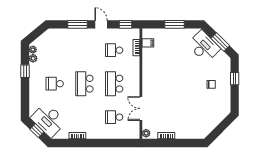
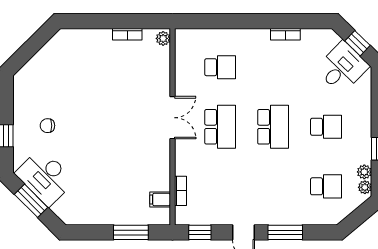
window: (174, 24) -> (131, 232), moved
desk: (204, 47) -> (45, 177), moved
school desk: (114, 50) -> (326, 186), moved
double door: (141, 108) -> (172, 118), moved
desk: (48, 120) -> (342, 67), width x0.73

